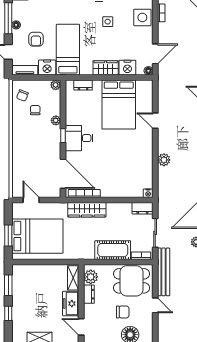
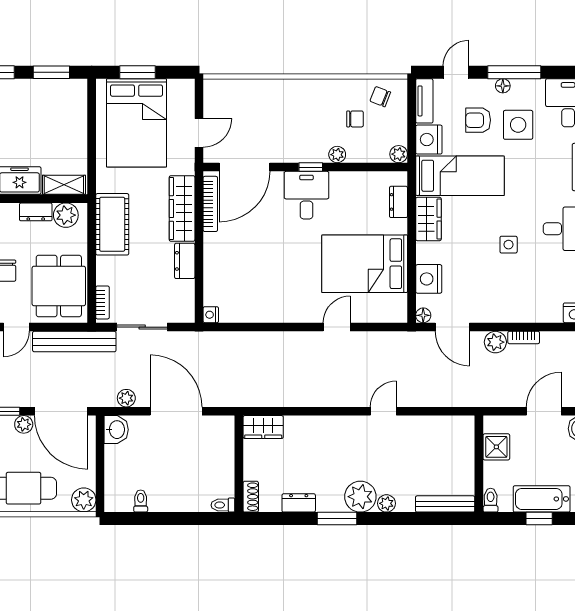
side table: (142, 17) -> (518, 125), moved
wardrobe: (106, 68) -> (428, 219), moved
plant: (164, 160) -> (495, 342), moved
door: (31, 200) -> (199, 133), moved
dresser: (142, 208) -> (185, 261), moved
cot: (113, 250) -> (112, 224), moved

